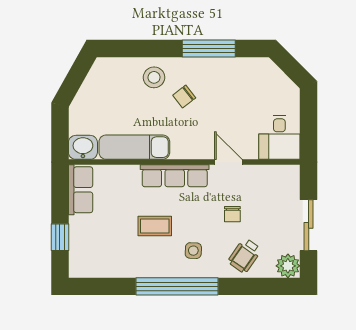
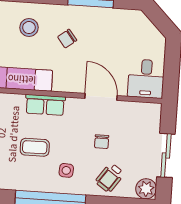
stool: (154, 77) -> (29, 28), moved
door: (228, 162) -> (101, 97), width x1.38
row of seats: (175, 176) -> (45, 105), width x0.68

